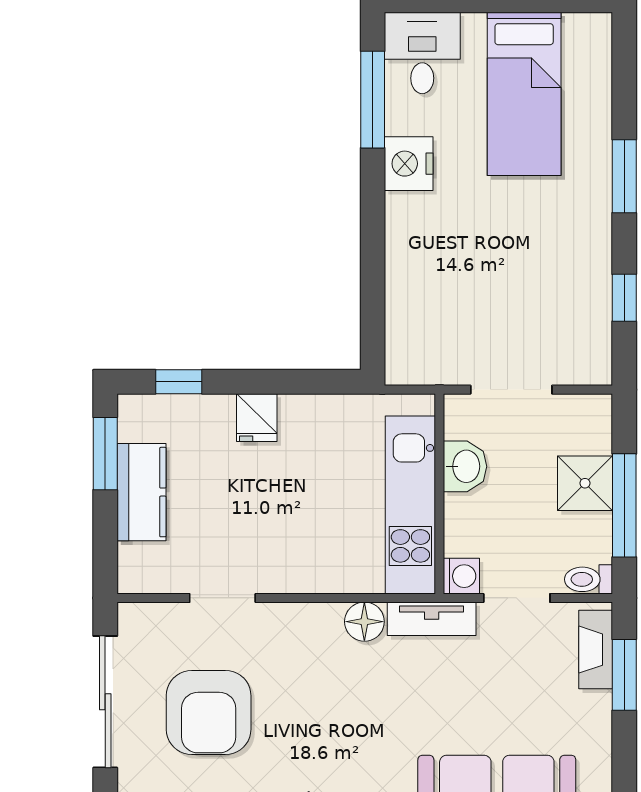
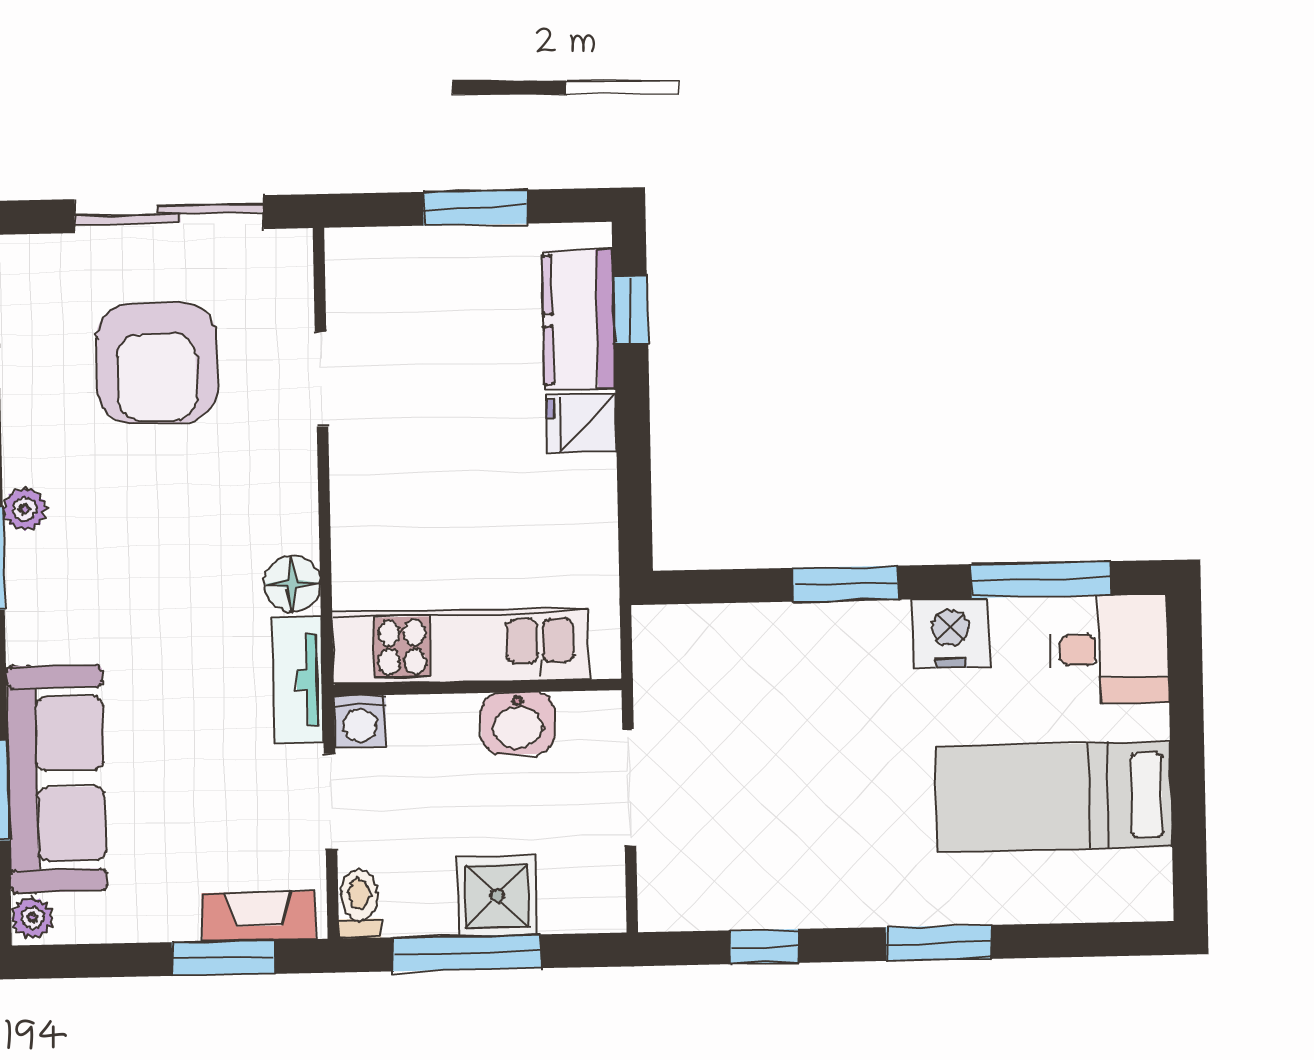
window: (373, 236) -> (846, 584), added
window: (105, 454) -> (475, 208), moved
kitchen counter: (141, 492) -> (579, 319), moved, turned 90
armchair: (209, 712) -> (157, 363), turned -90

